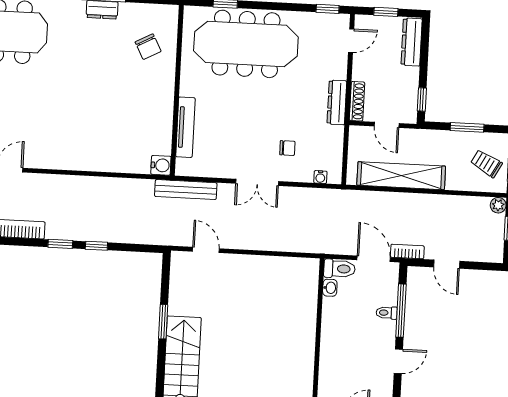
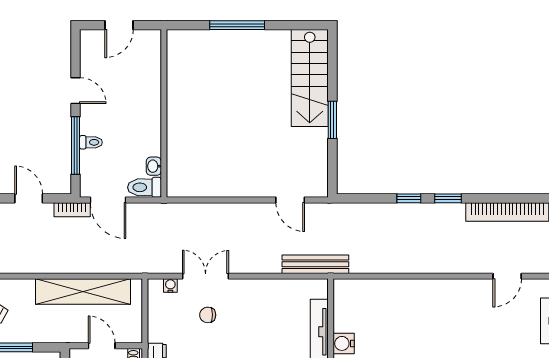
water cooler: (161, 165) -> (344, 343), moved
double door: (257, 182) -> (206, 276), moved
door: (398, 361) -> (76, 91), swing flipped

